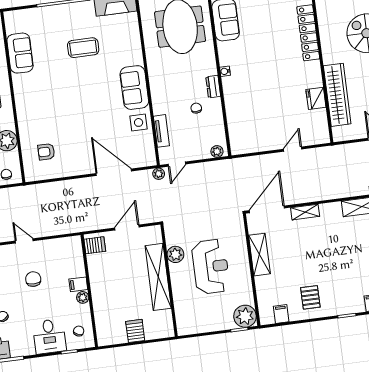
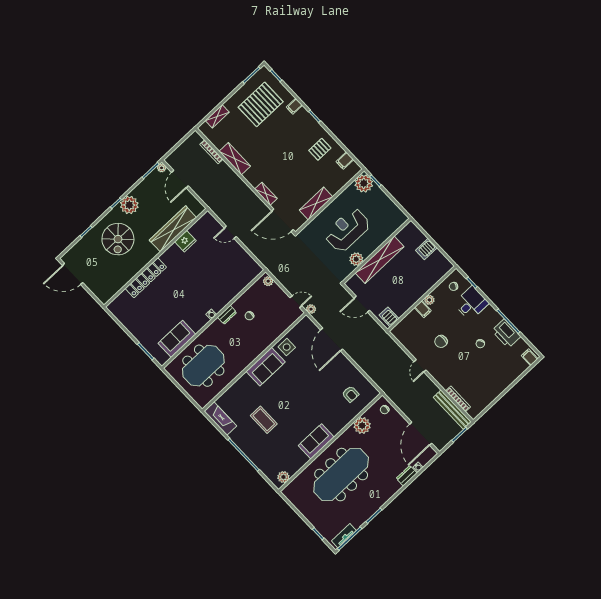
plant: (12, 26) -> (283, 477), added
sofa: (20, 53) -> (316, 441), moved
tv unit: (161, 131) -> (281, 328), removed

